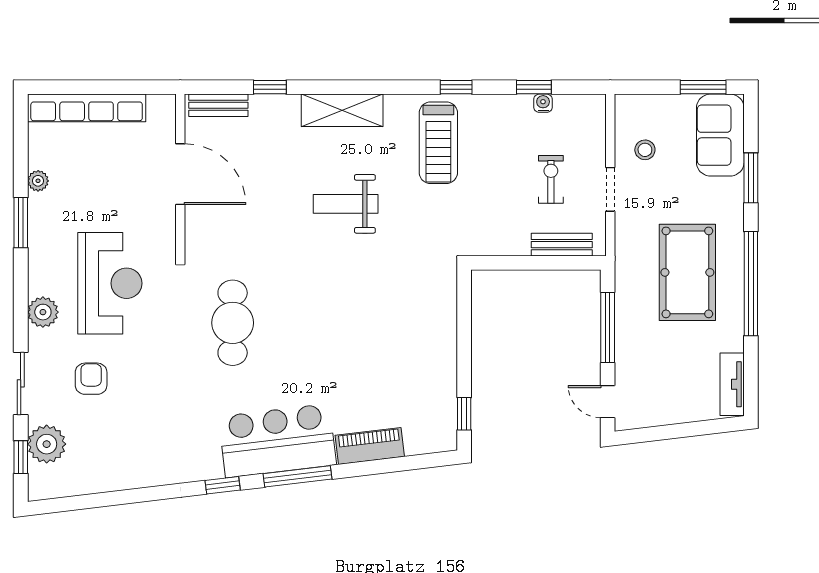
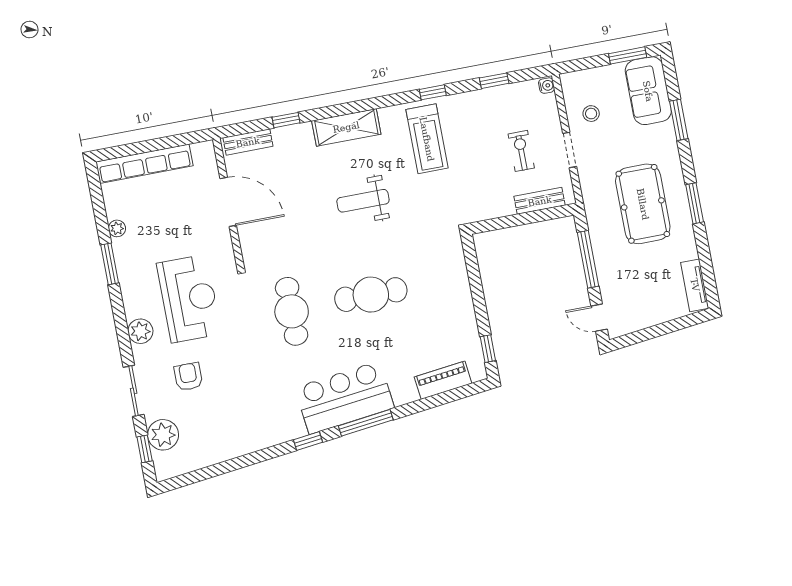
water cooler: (543, 103) -> (547, 86), moved, turned 90
window: (751, 284) -> (695, 203), width x0.47
cafe table: (333, 320) -> (371, 295), added
piano: (370, 446) -> (443, 380), moved

